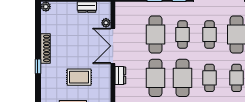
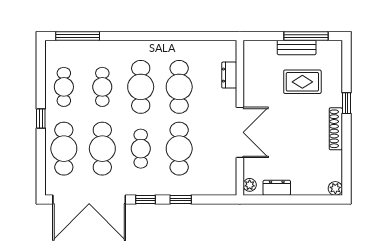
plant: (106, 23) -> (250, 185), moved
cafe table: (210, 34) -> (102, 149), width x1.37, depth x1.35
dresser: (120, 75) -> (229, 75), moved
rug: (79, 77) -> (302, 82), moved

